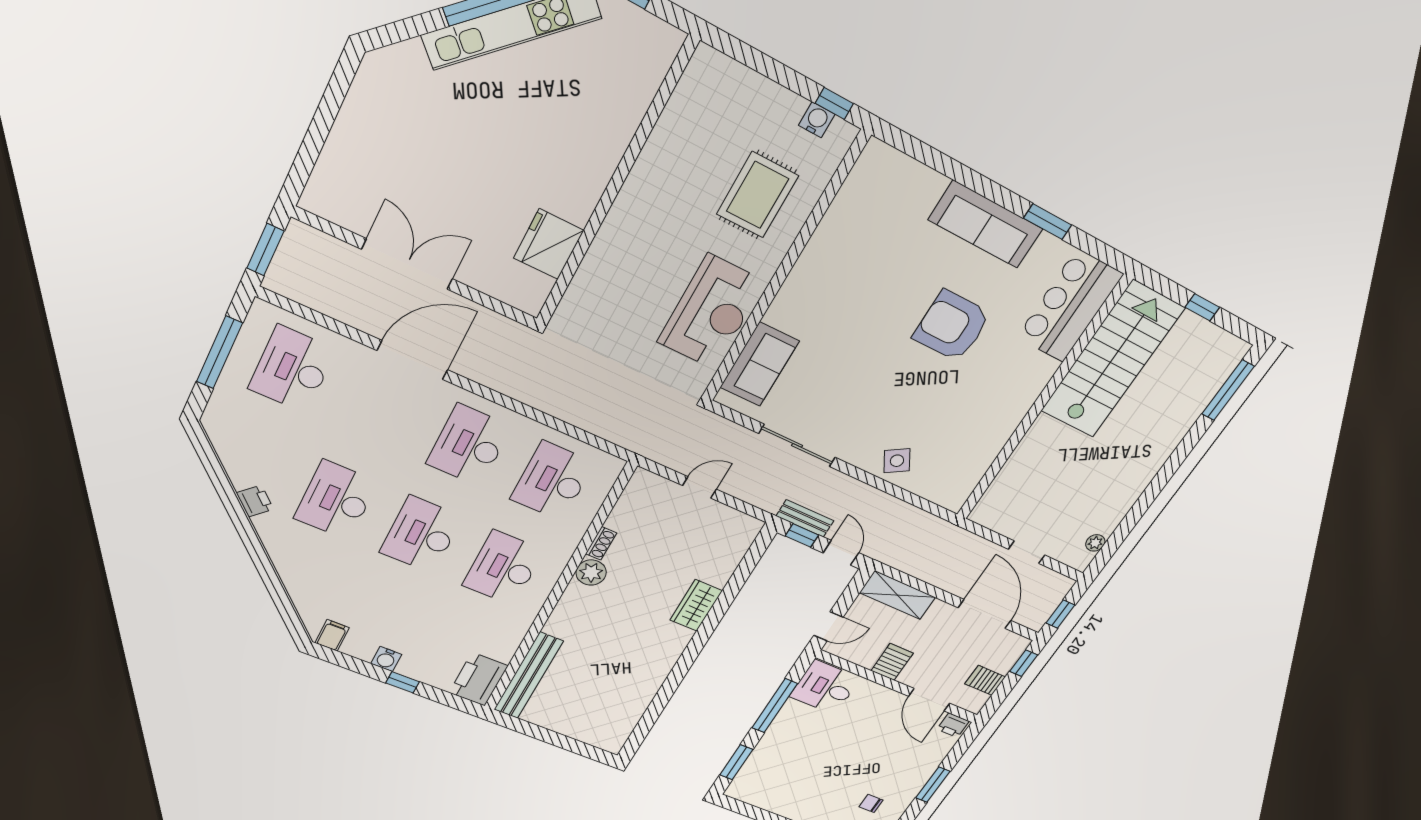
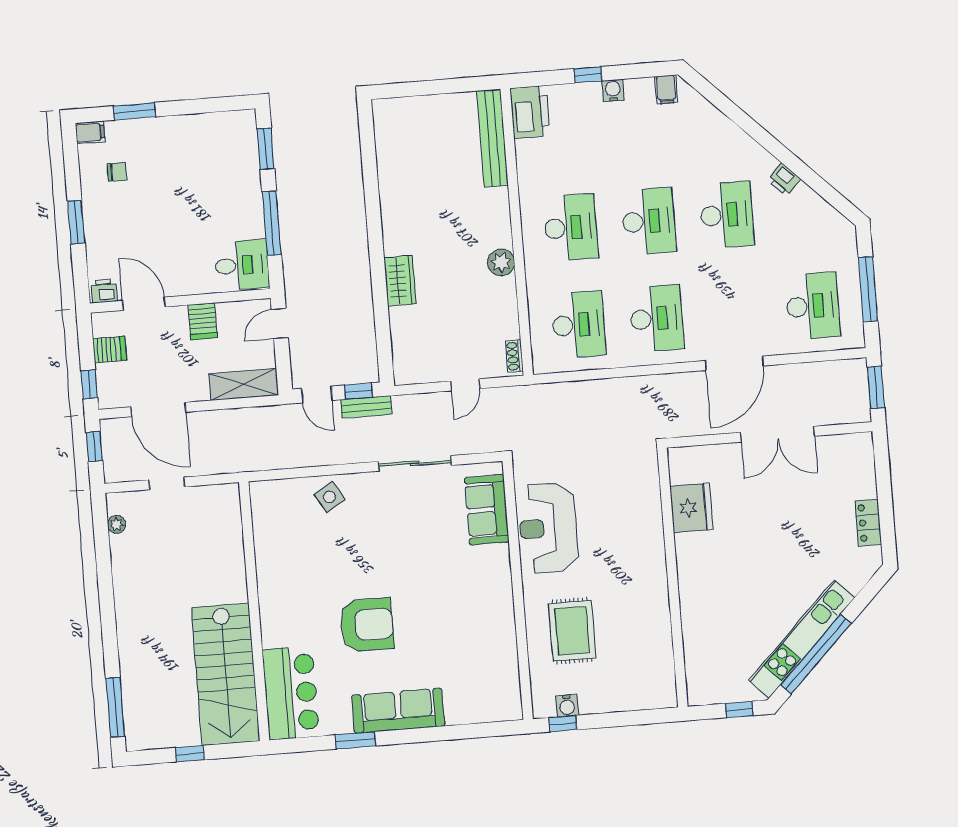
locker: (356, 110) -> (868, 523), added
shoe rack: (601, 543) -> (514, 356), moved

